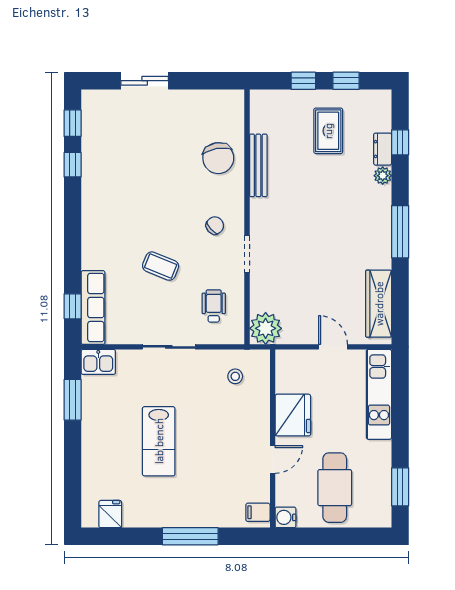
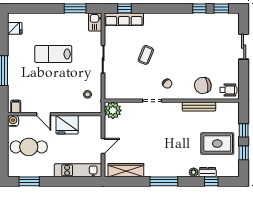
rug: (328, 131) -> (217, 144), width x1.36, depth x1.43
wheelchair: (214, 306) -> (228, 90), moved

